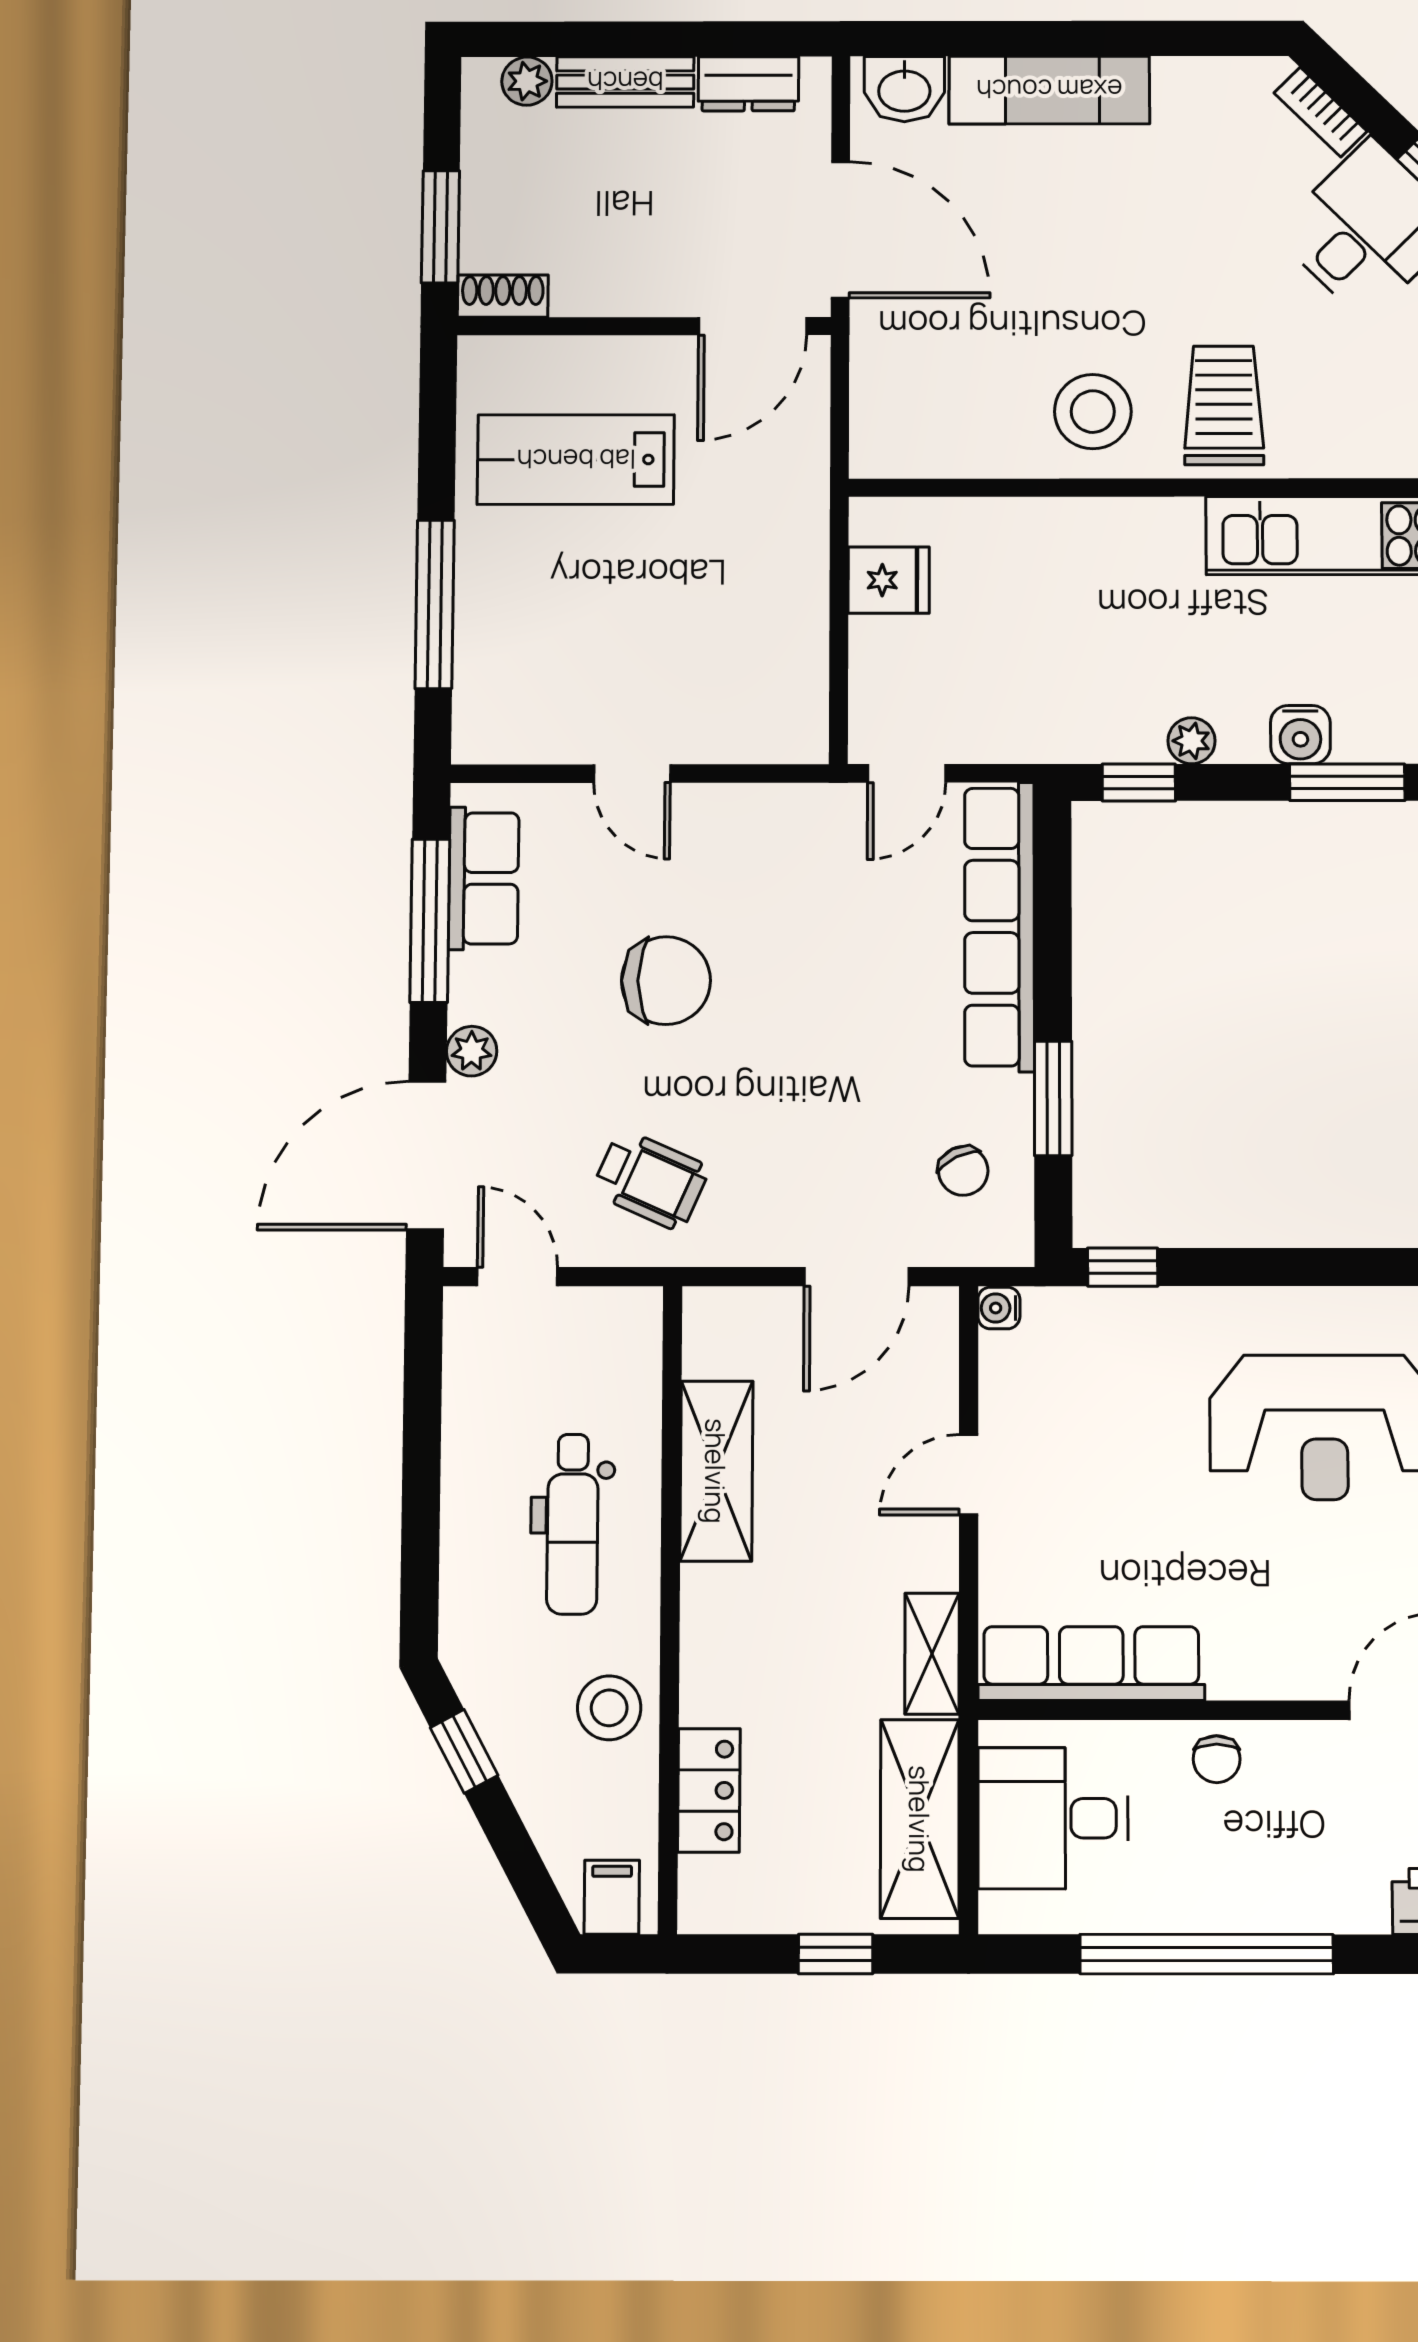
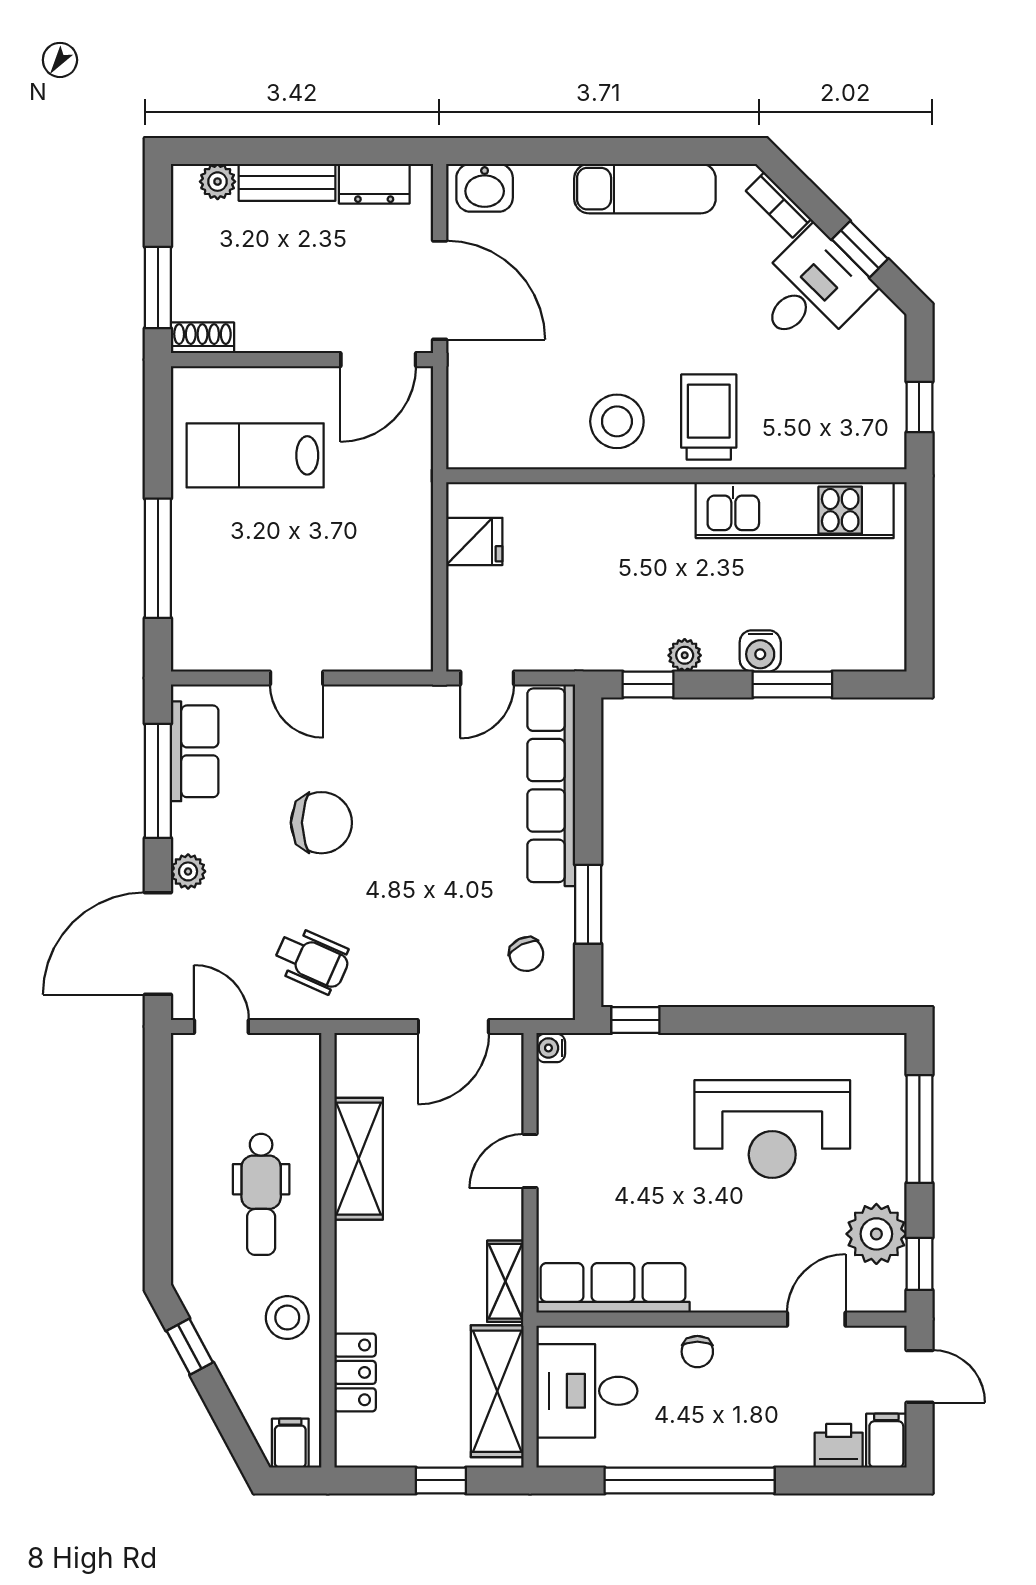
exam couch: (1049, 90) -> (645, 189), moved

